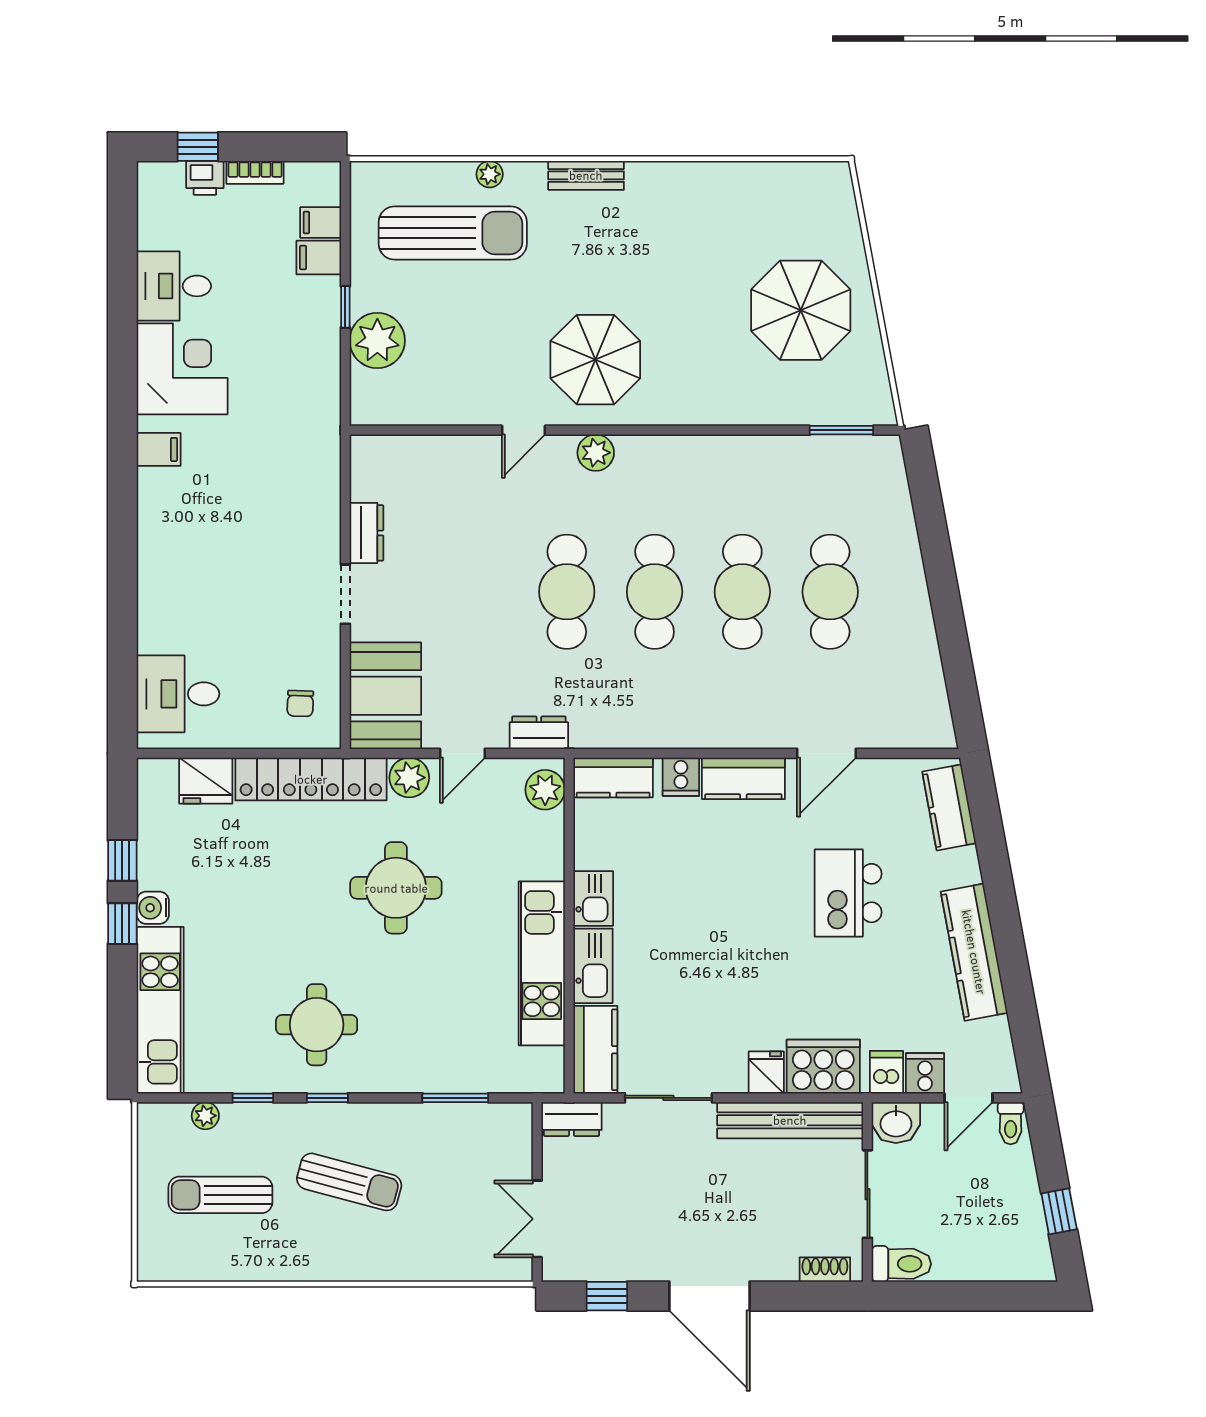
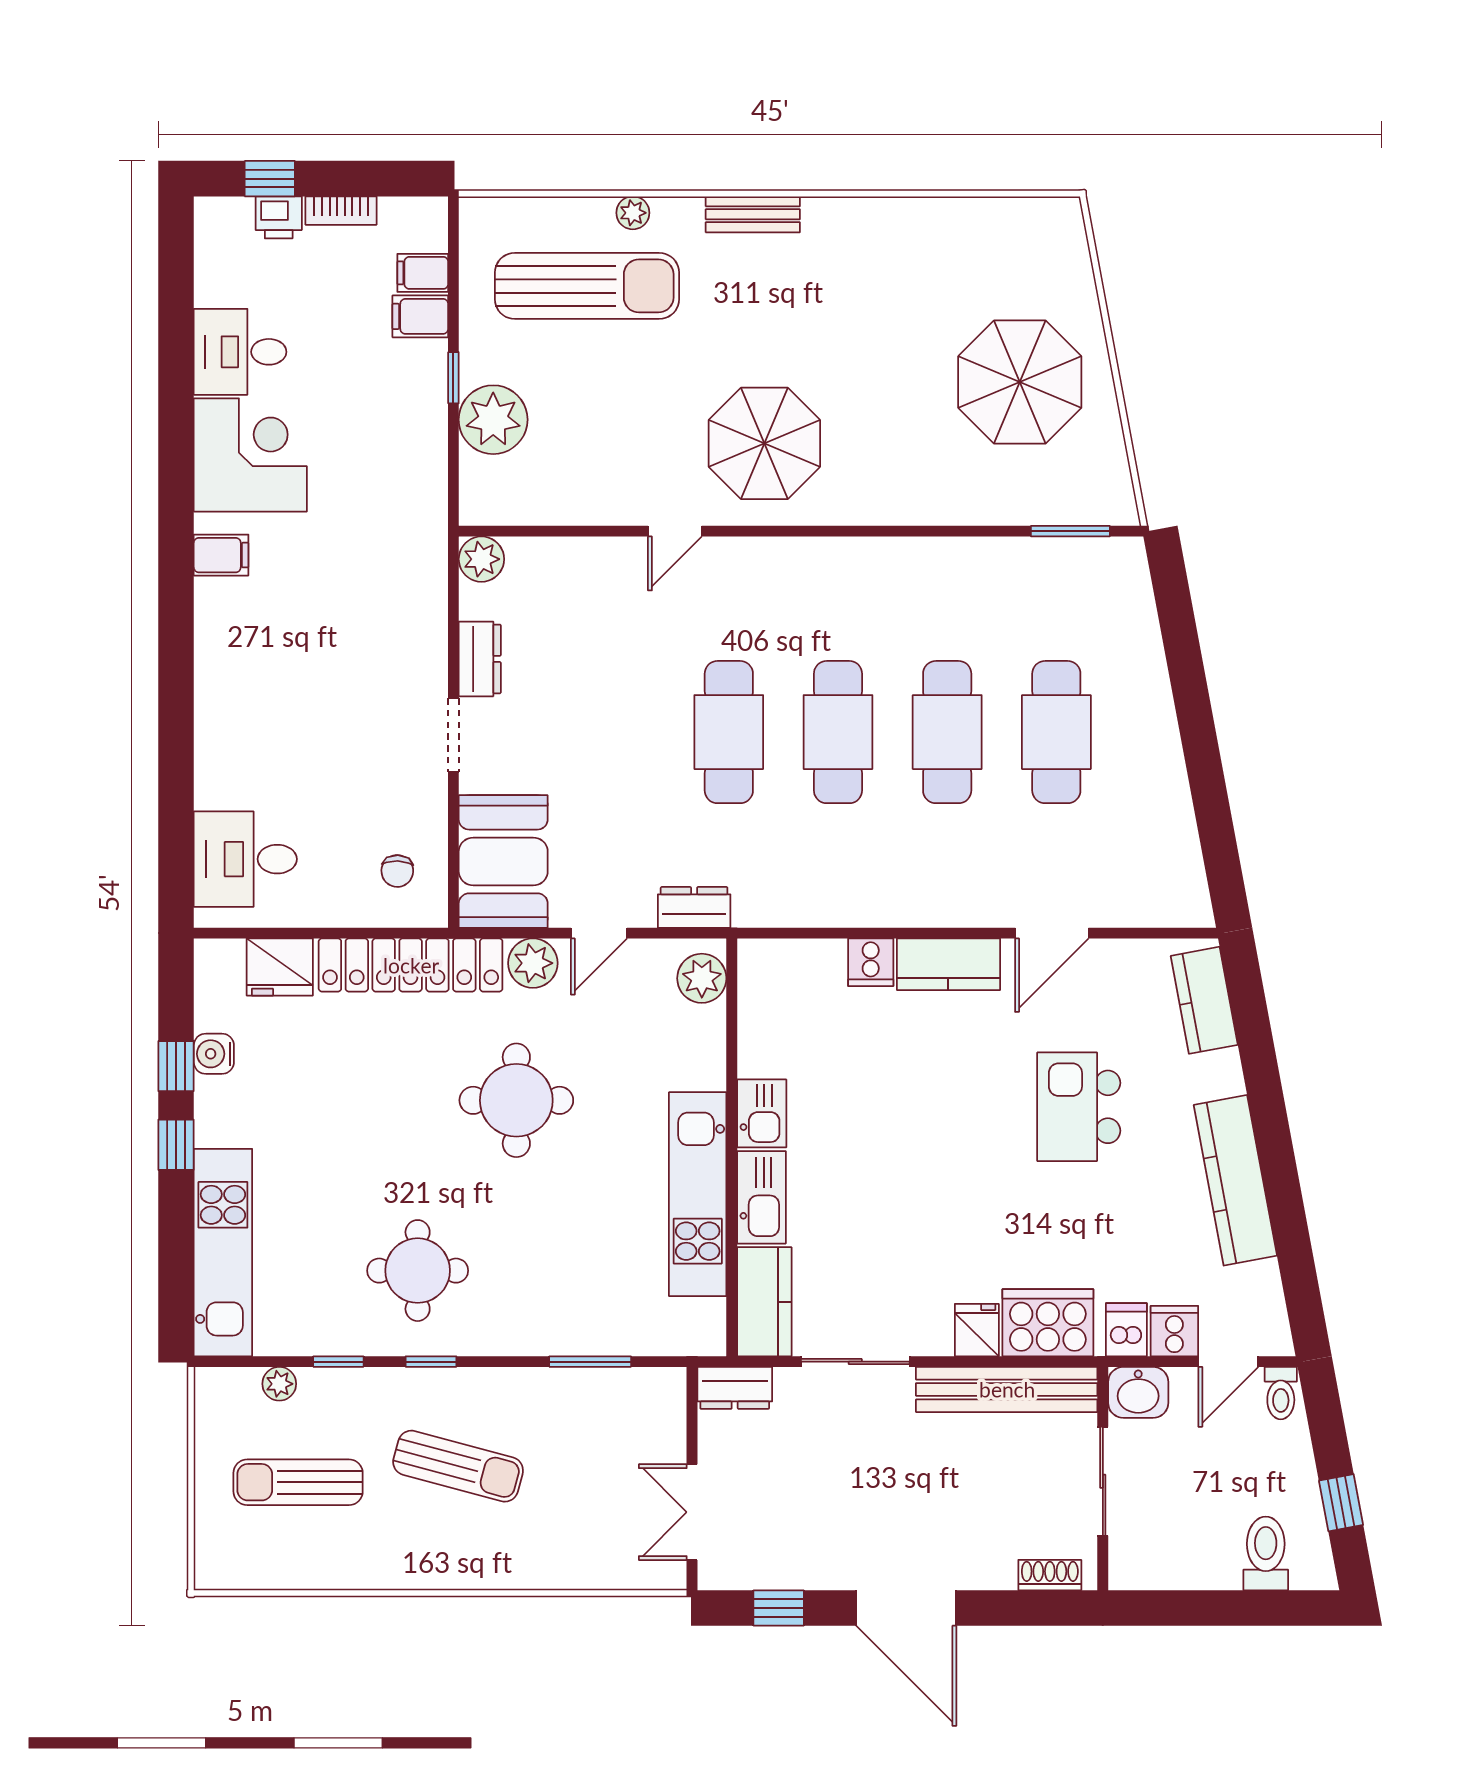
plant: (596, 453) -> (481, 559), moved
kitchen counter: (613, 777) -> (786, 963), removed
water cooler: (153, 908) -> (214, 1054), moved
toilet: (901, 1264) -> (1266, 1553), moved, turned -90

